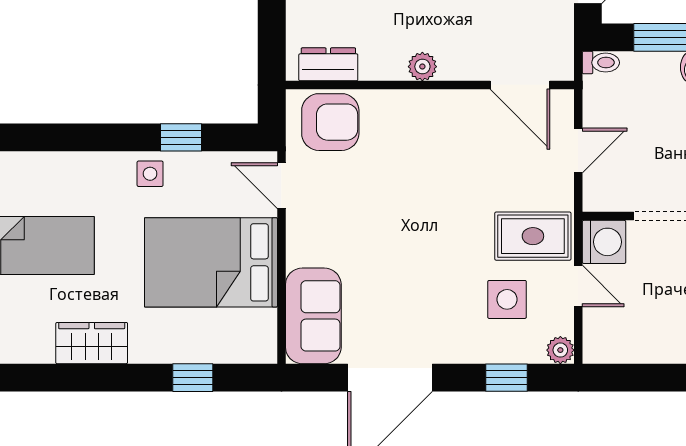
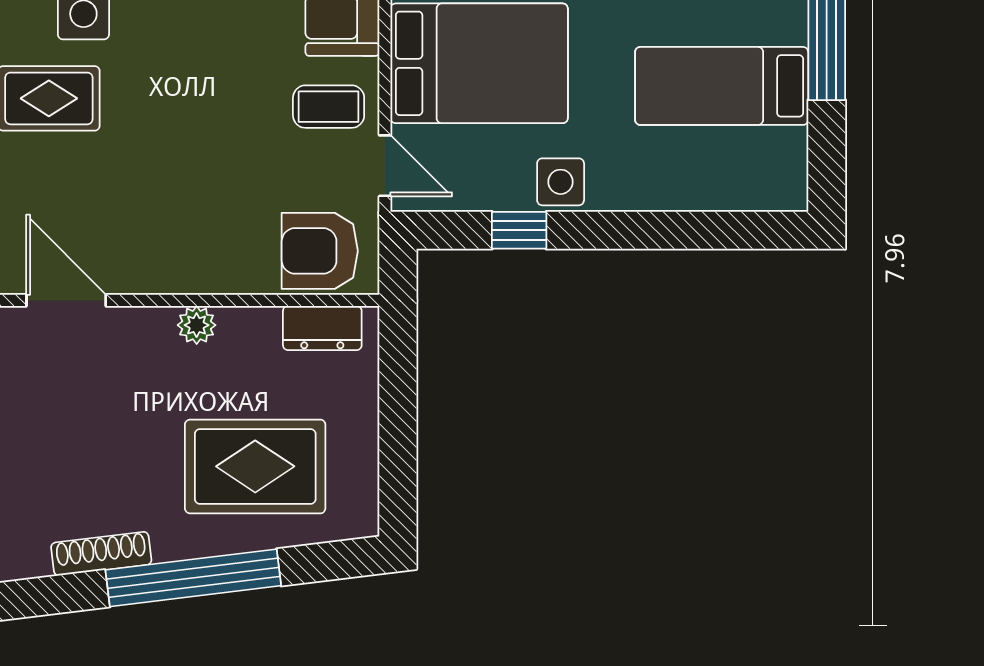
side table: (150, 174) -> (561, 182), width x1.37, depth x1.37
coffee table: (324, 230) -> (329, 107), added

